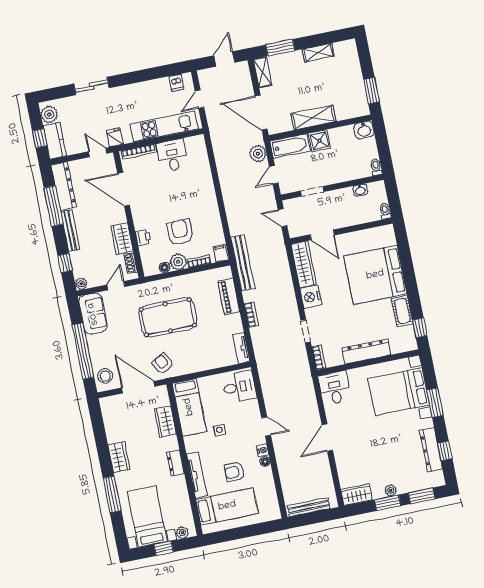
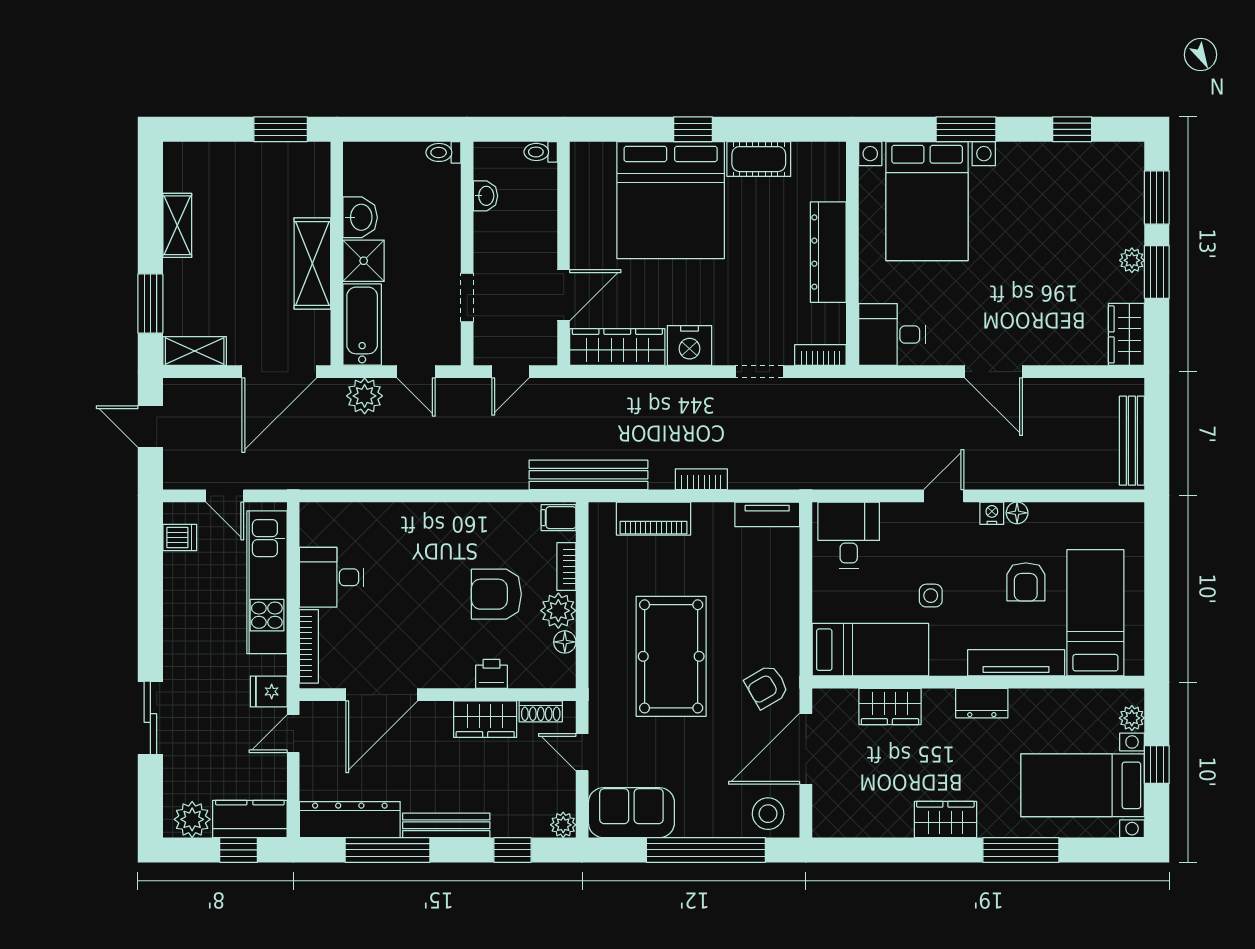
washbasin: (364, 130) -> (360, 217), moved
window: (420, 328) -> (693, 129), moved
dresser: (431, 450) -> (1063, 158), removed

